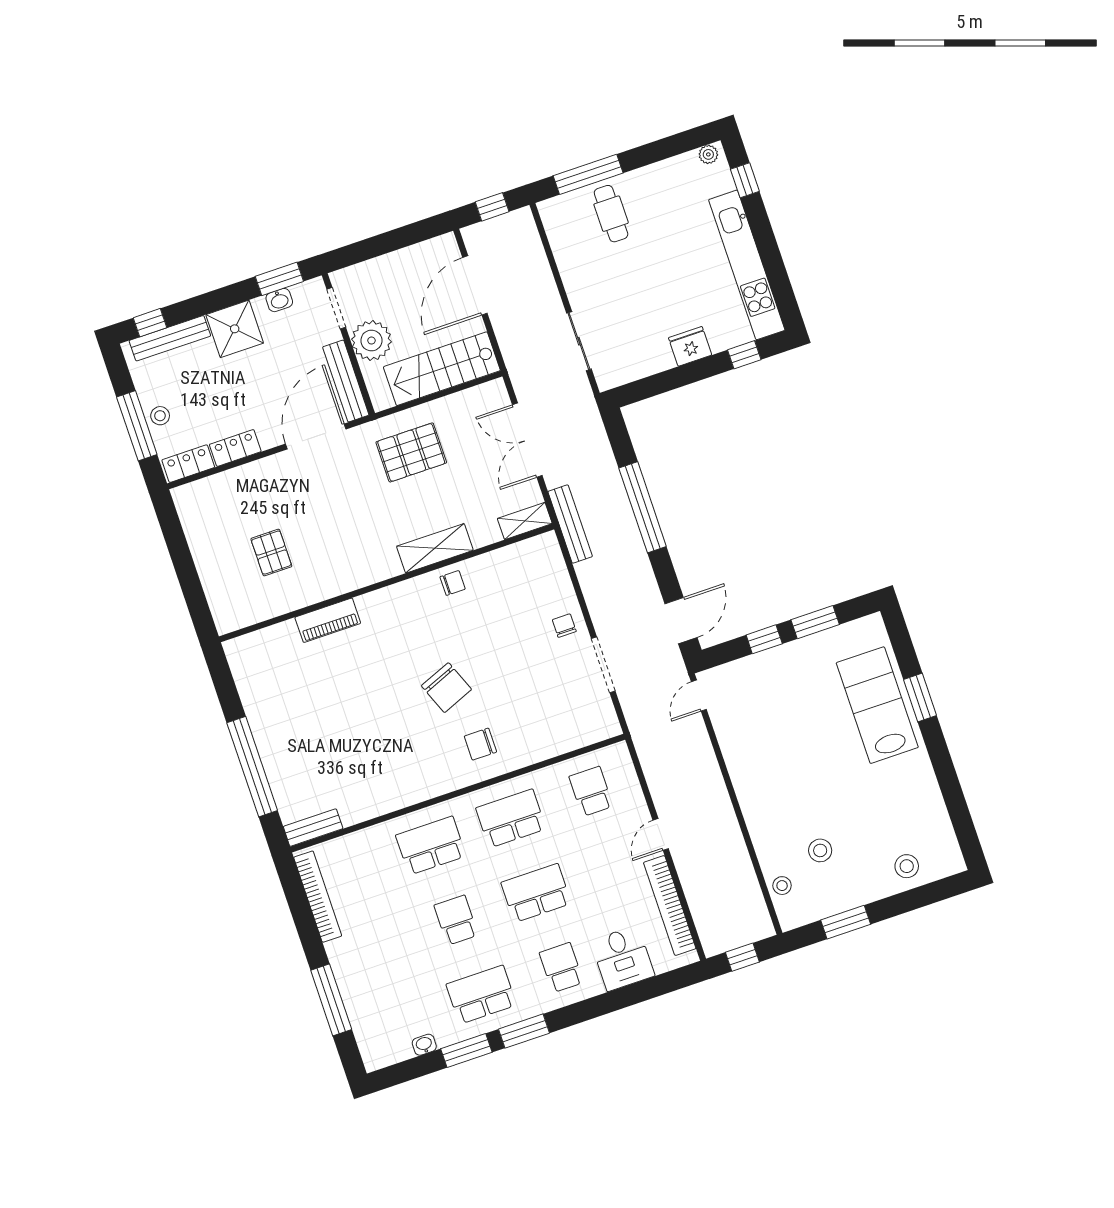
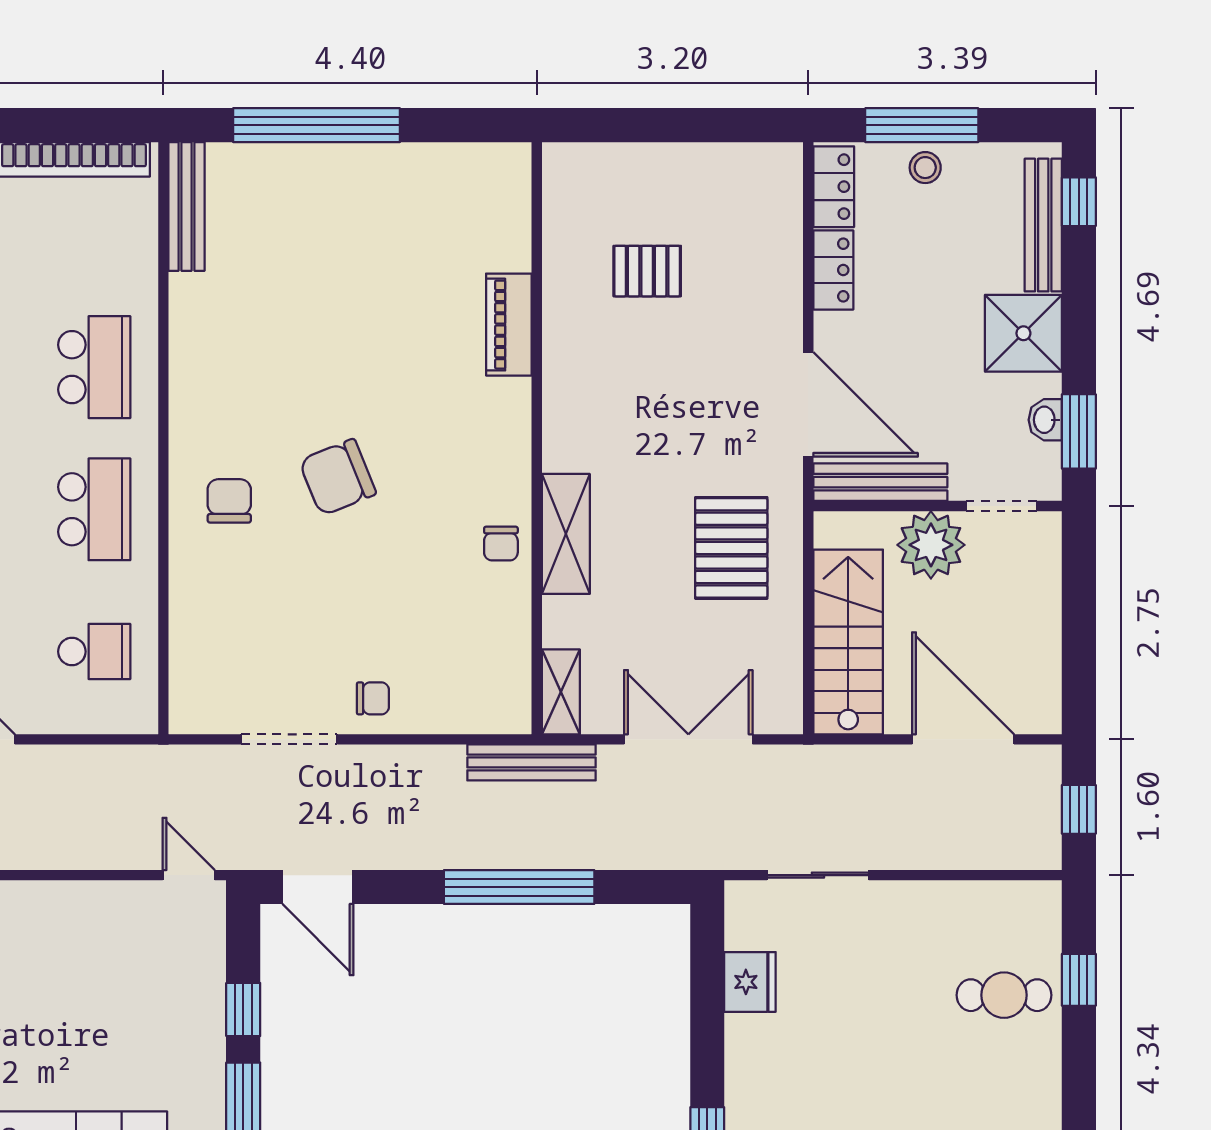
window: (588, 174) -> (1079, 980), width x0.46
fridge: (690, 346) -> (750, 982), moved
bench: (313, 828) -> (187, 206), width x1.36

